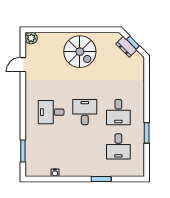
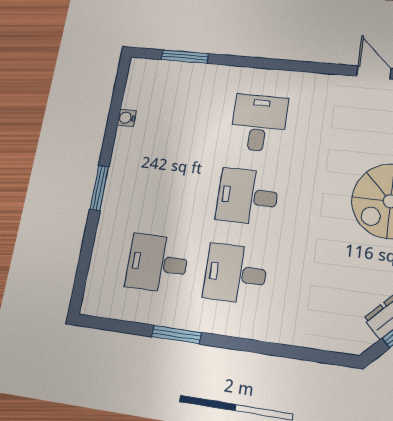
desk: (85, 112) -> (247, 196), turned 180
window: (101, 179) -> (99, 188), moved

